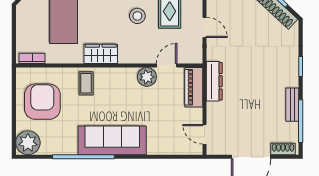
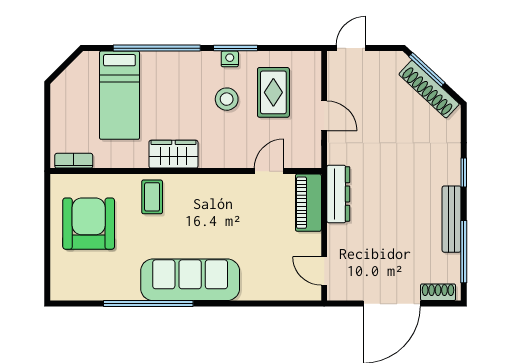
plant: (147, 77) -> (240, 188), removed
bench: (292, 105) -> (452, 219), width x1.36
plant: (28, 143) -> (68, 283), removed

